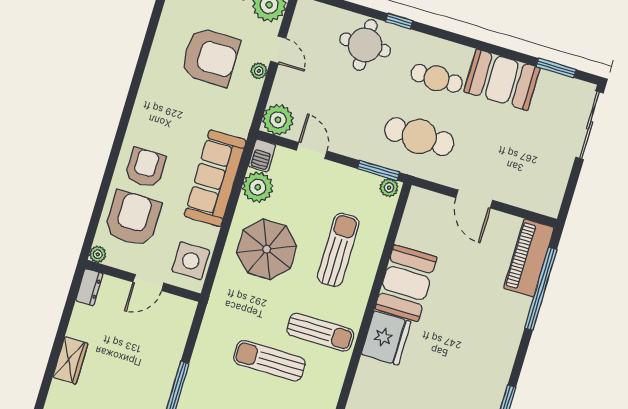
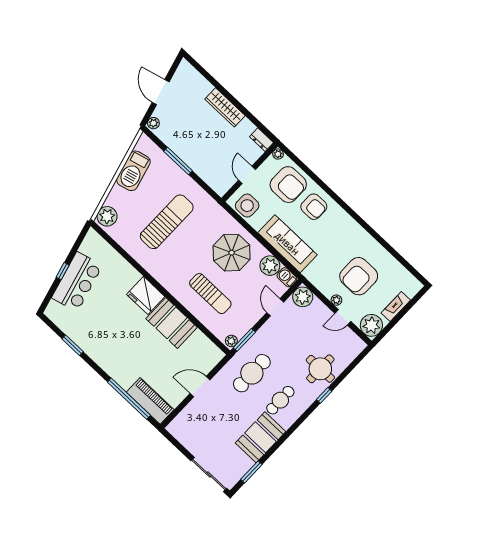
door: (312, 151) -> (275, 307), swing flipped
sun lounger: (320, 332) -> (168, 259), removed
wardrobe: (70, 360) -> (225, 107), width x1.50
sun lounger: (269, 361) -> (167, 222), width x1.36, depth x1.34

